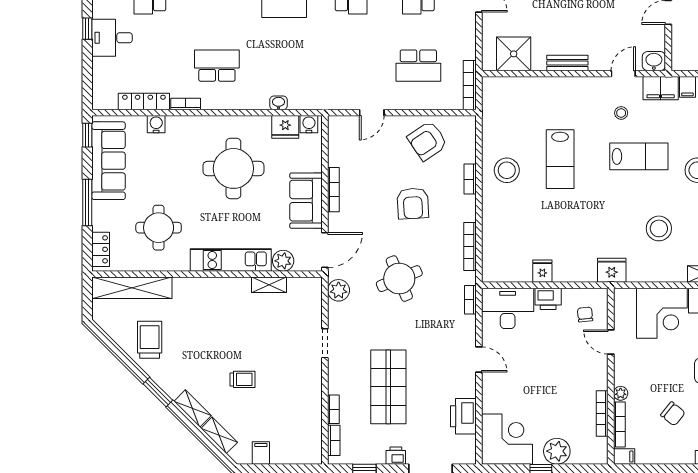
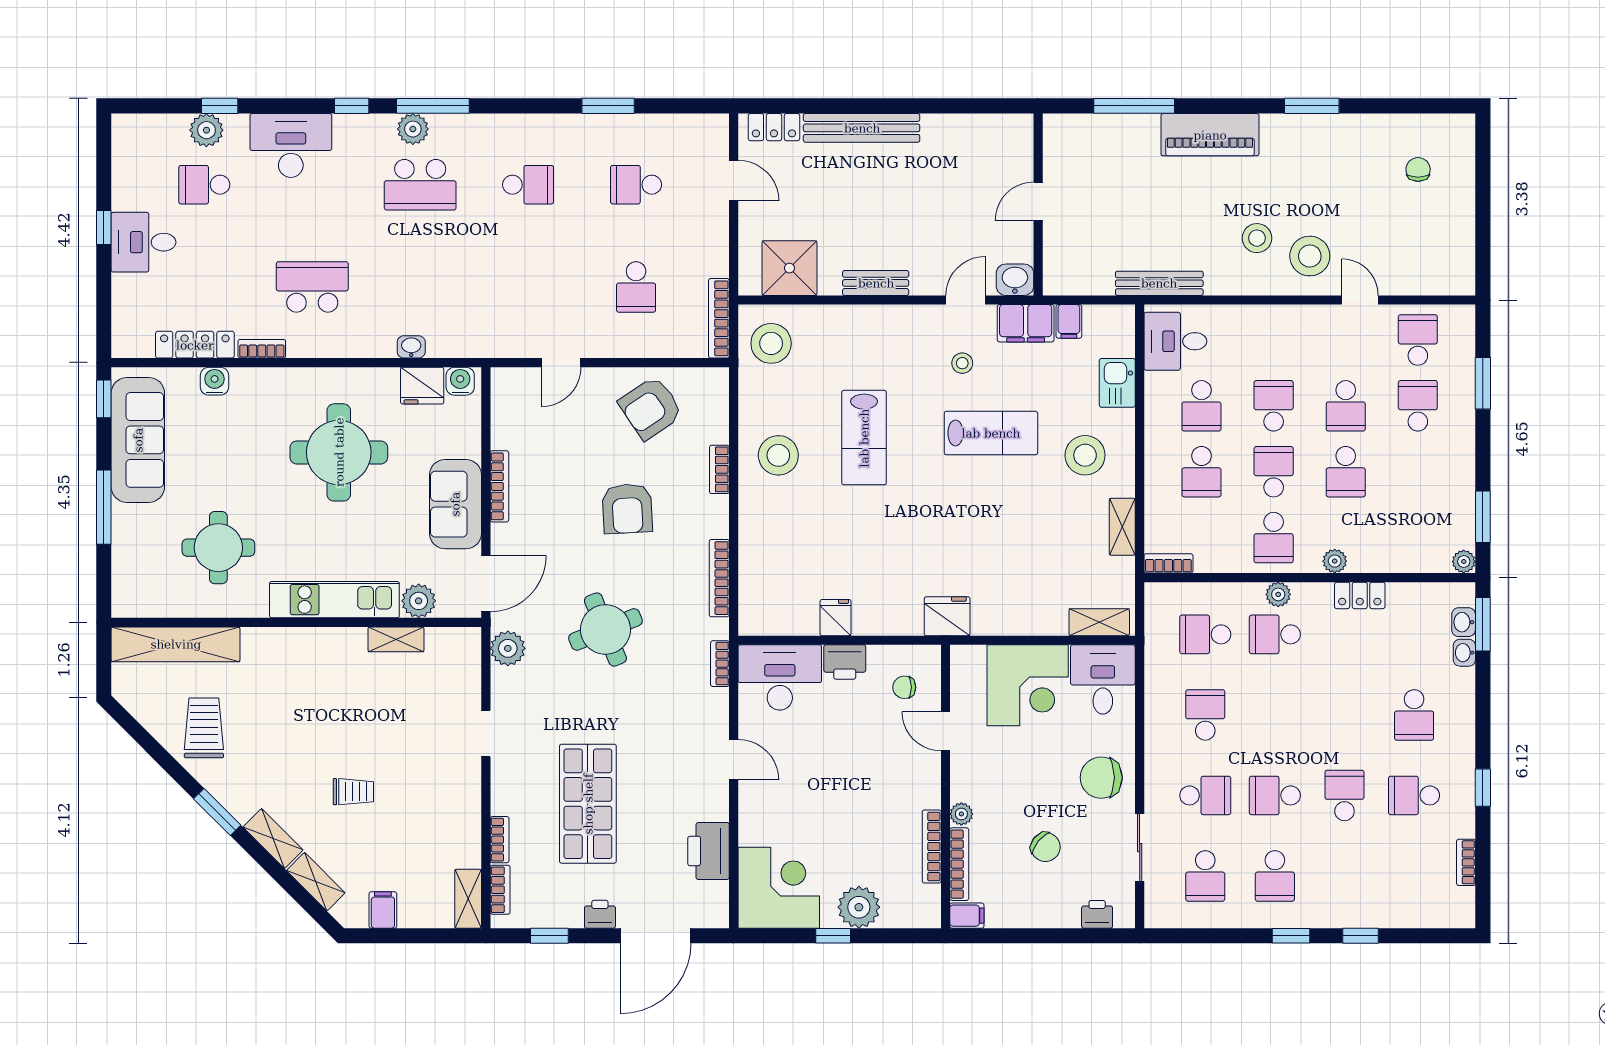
school desk: (418, 66) -> (636, 287), width x0.54
stool: (659, 228) -> (771, 343), moved
locker: (101, 249) -> (125, 582), removed
chair: (585, 314) -> (904, 687), turned -84
shelving: (314, 446) -> (468, 899), added

